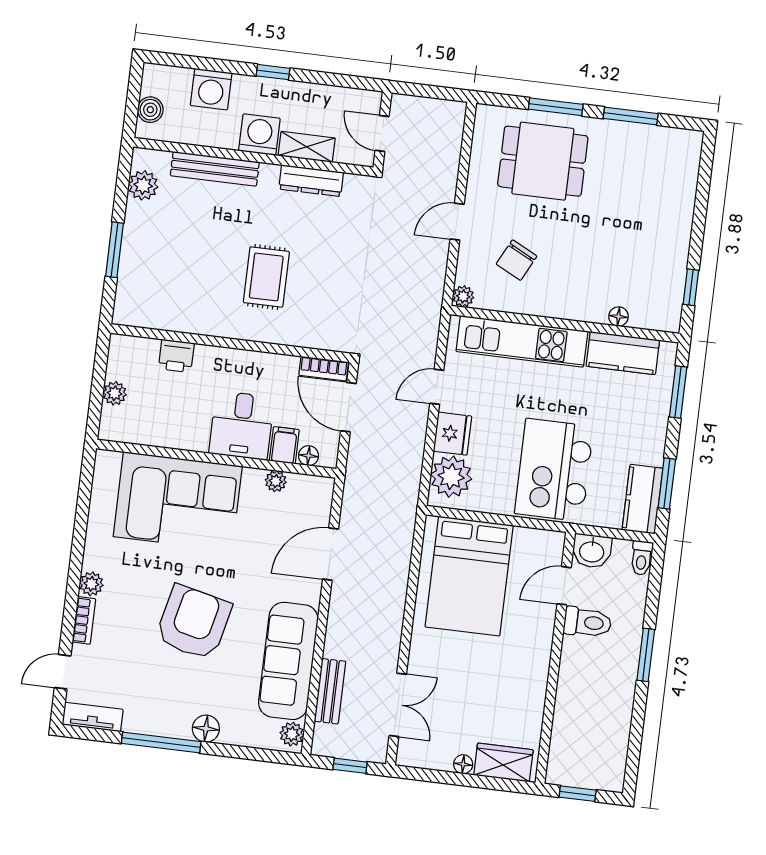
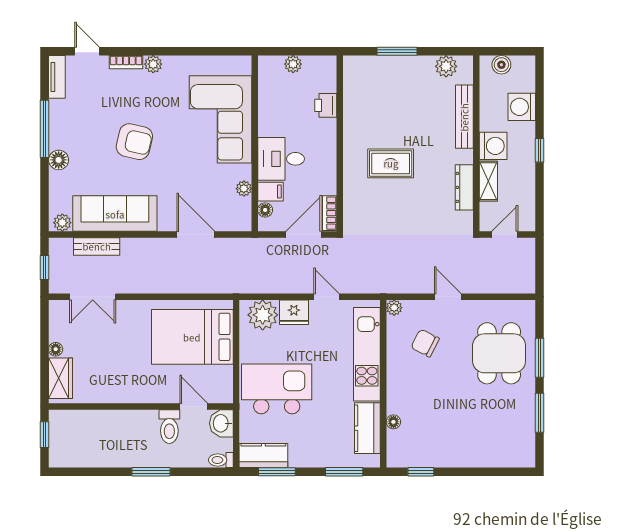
armchair: (194, 622) -> (134, 142), width x0.73, depth x0.73

